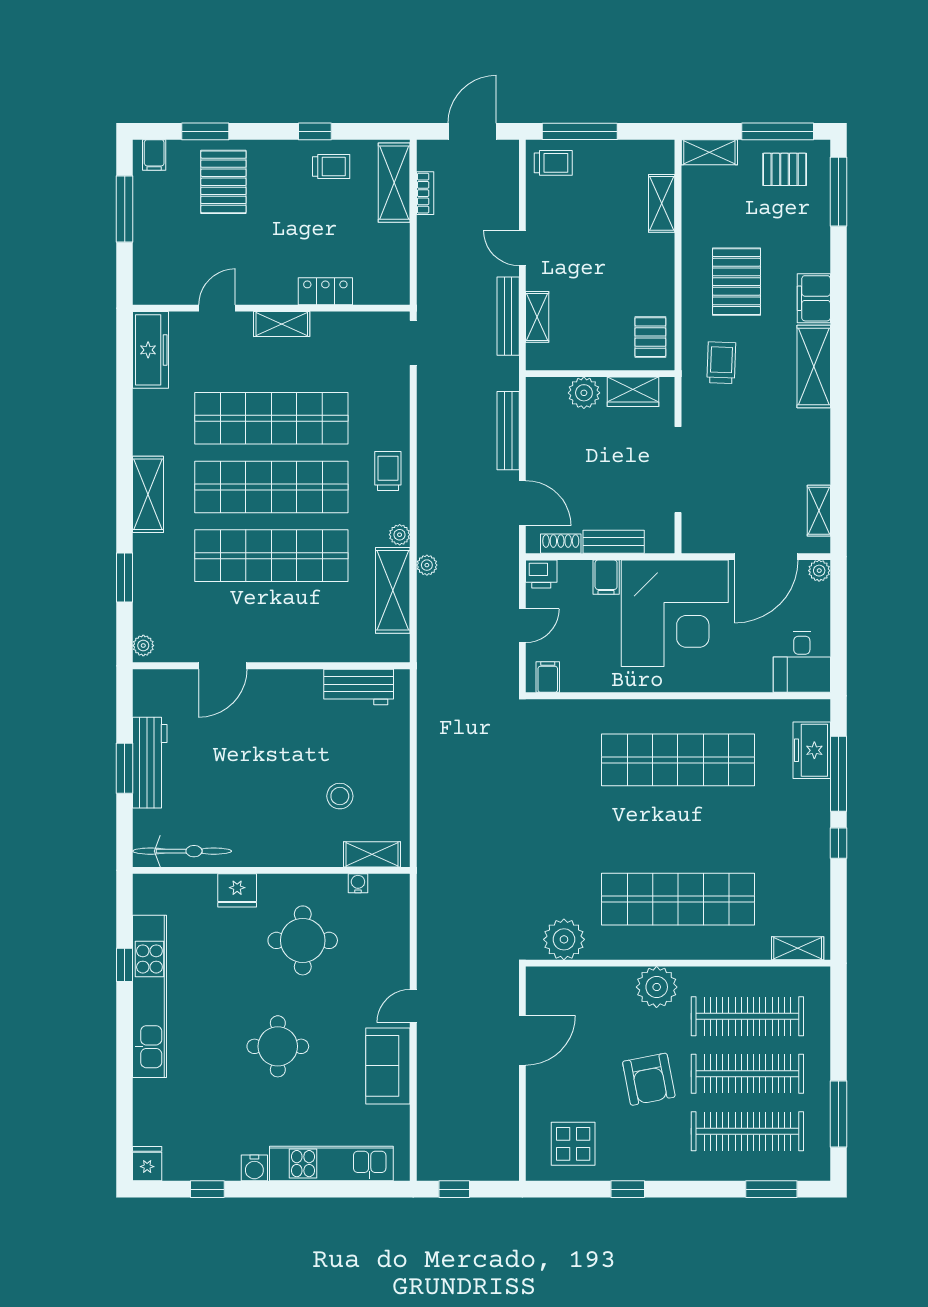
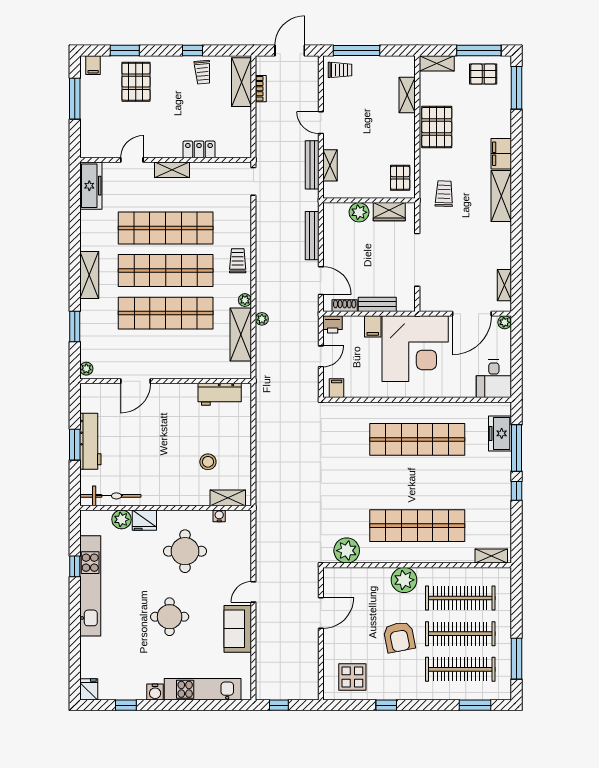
trolley: (331, 166) -> (203, 72), turned 85
pallet: (736, 282) -> (437, 127), moved
plant: (200, 889) -> (122, 519), added

